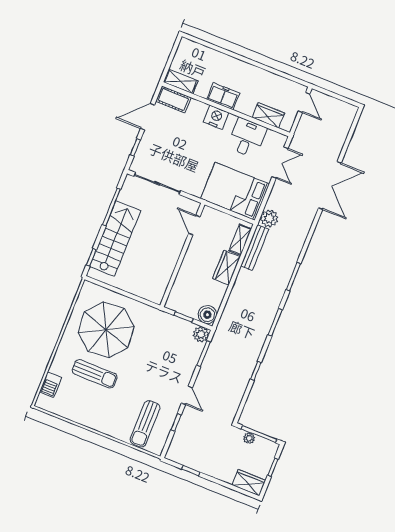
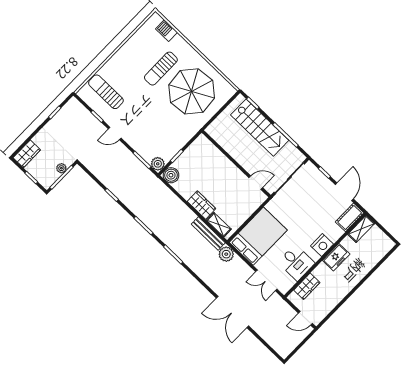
door: (194, 225) -> (256, 183), moved
wall: (182, 255) -> (236, 164), moved

